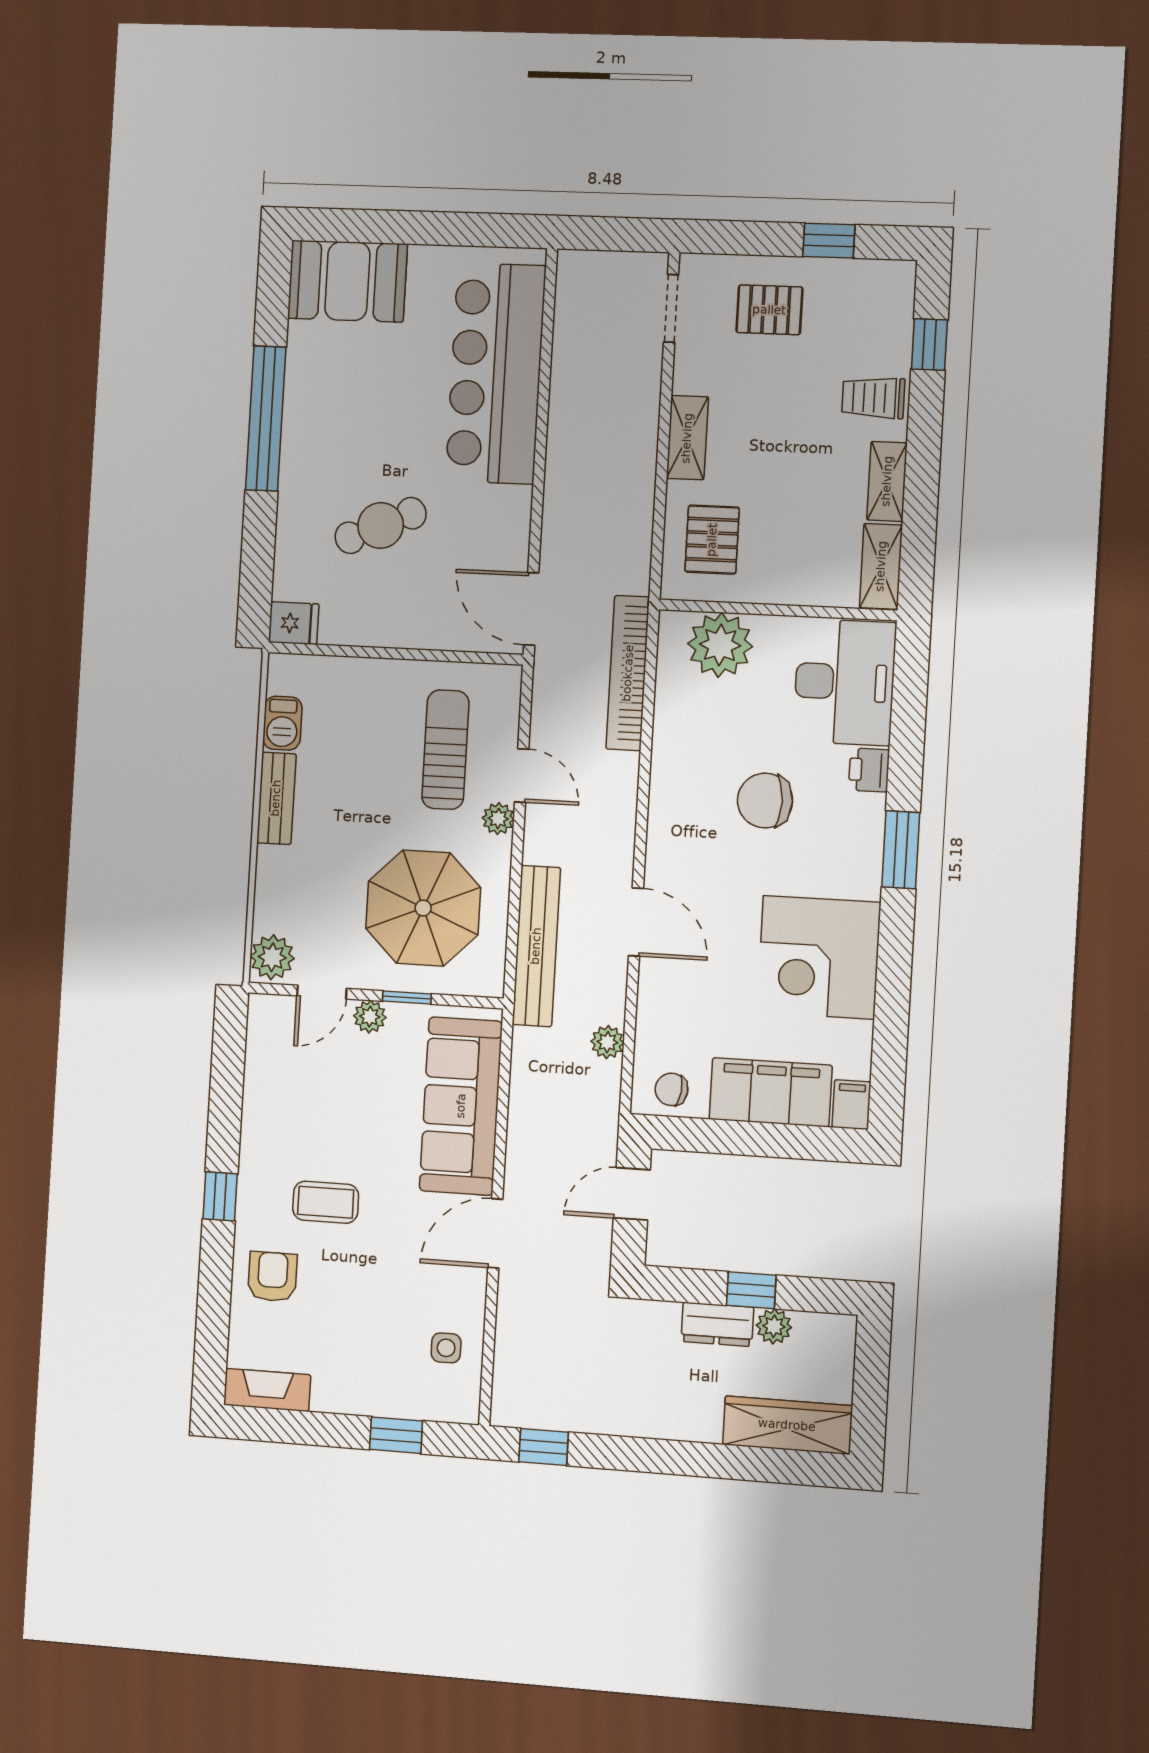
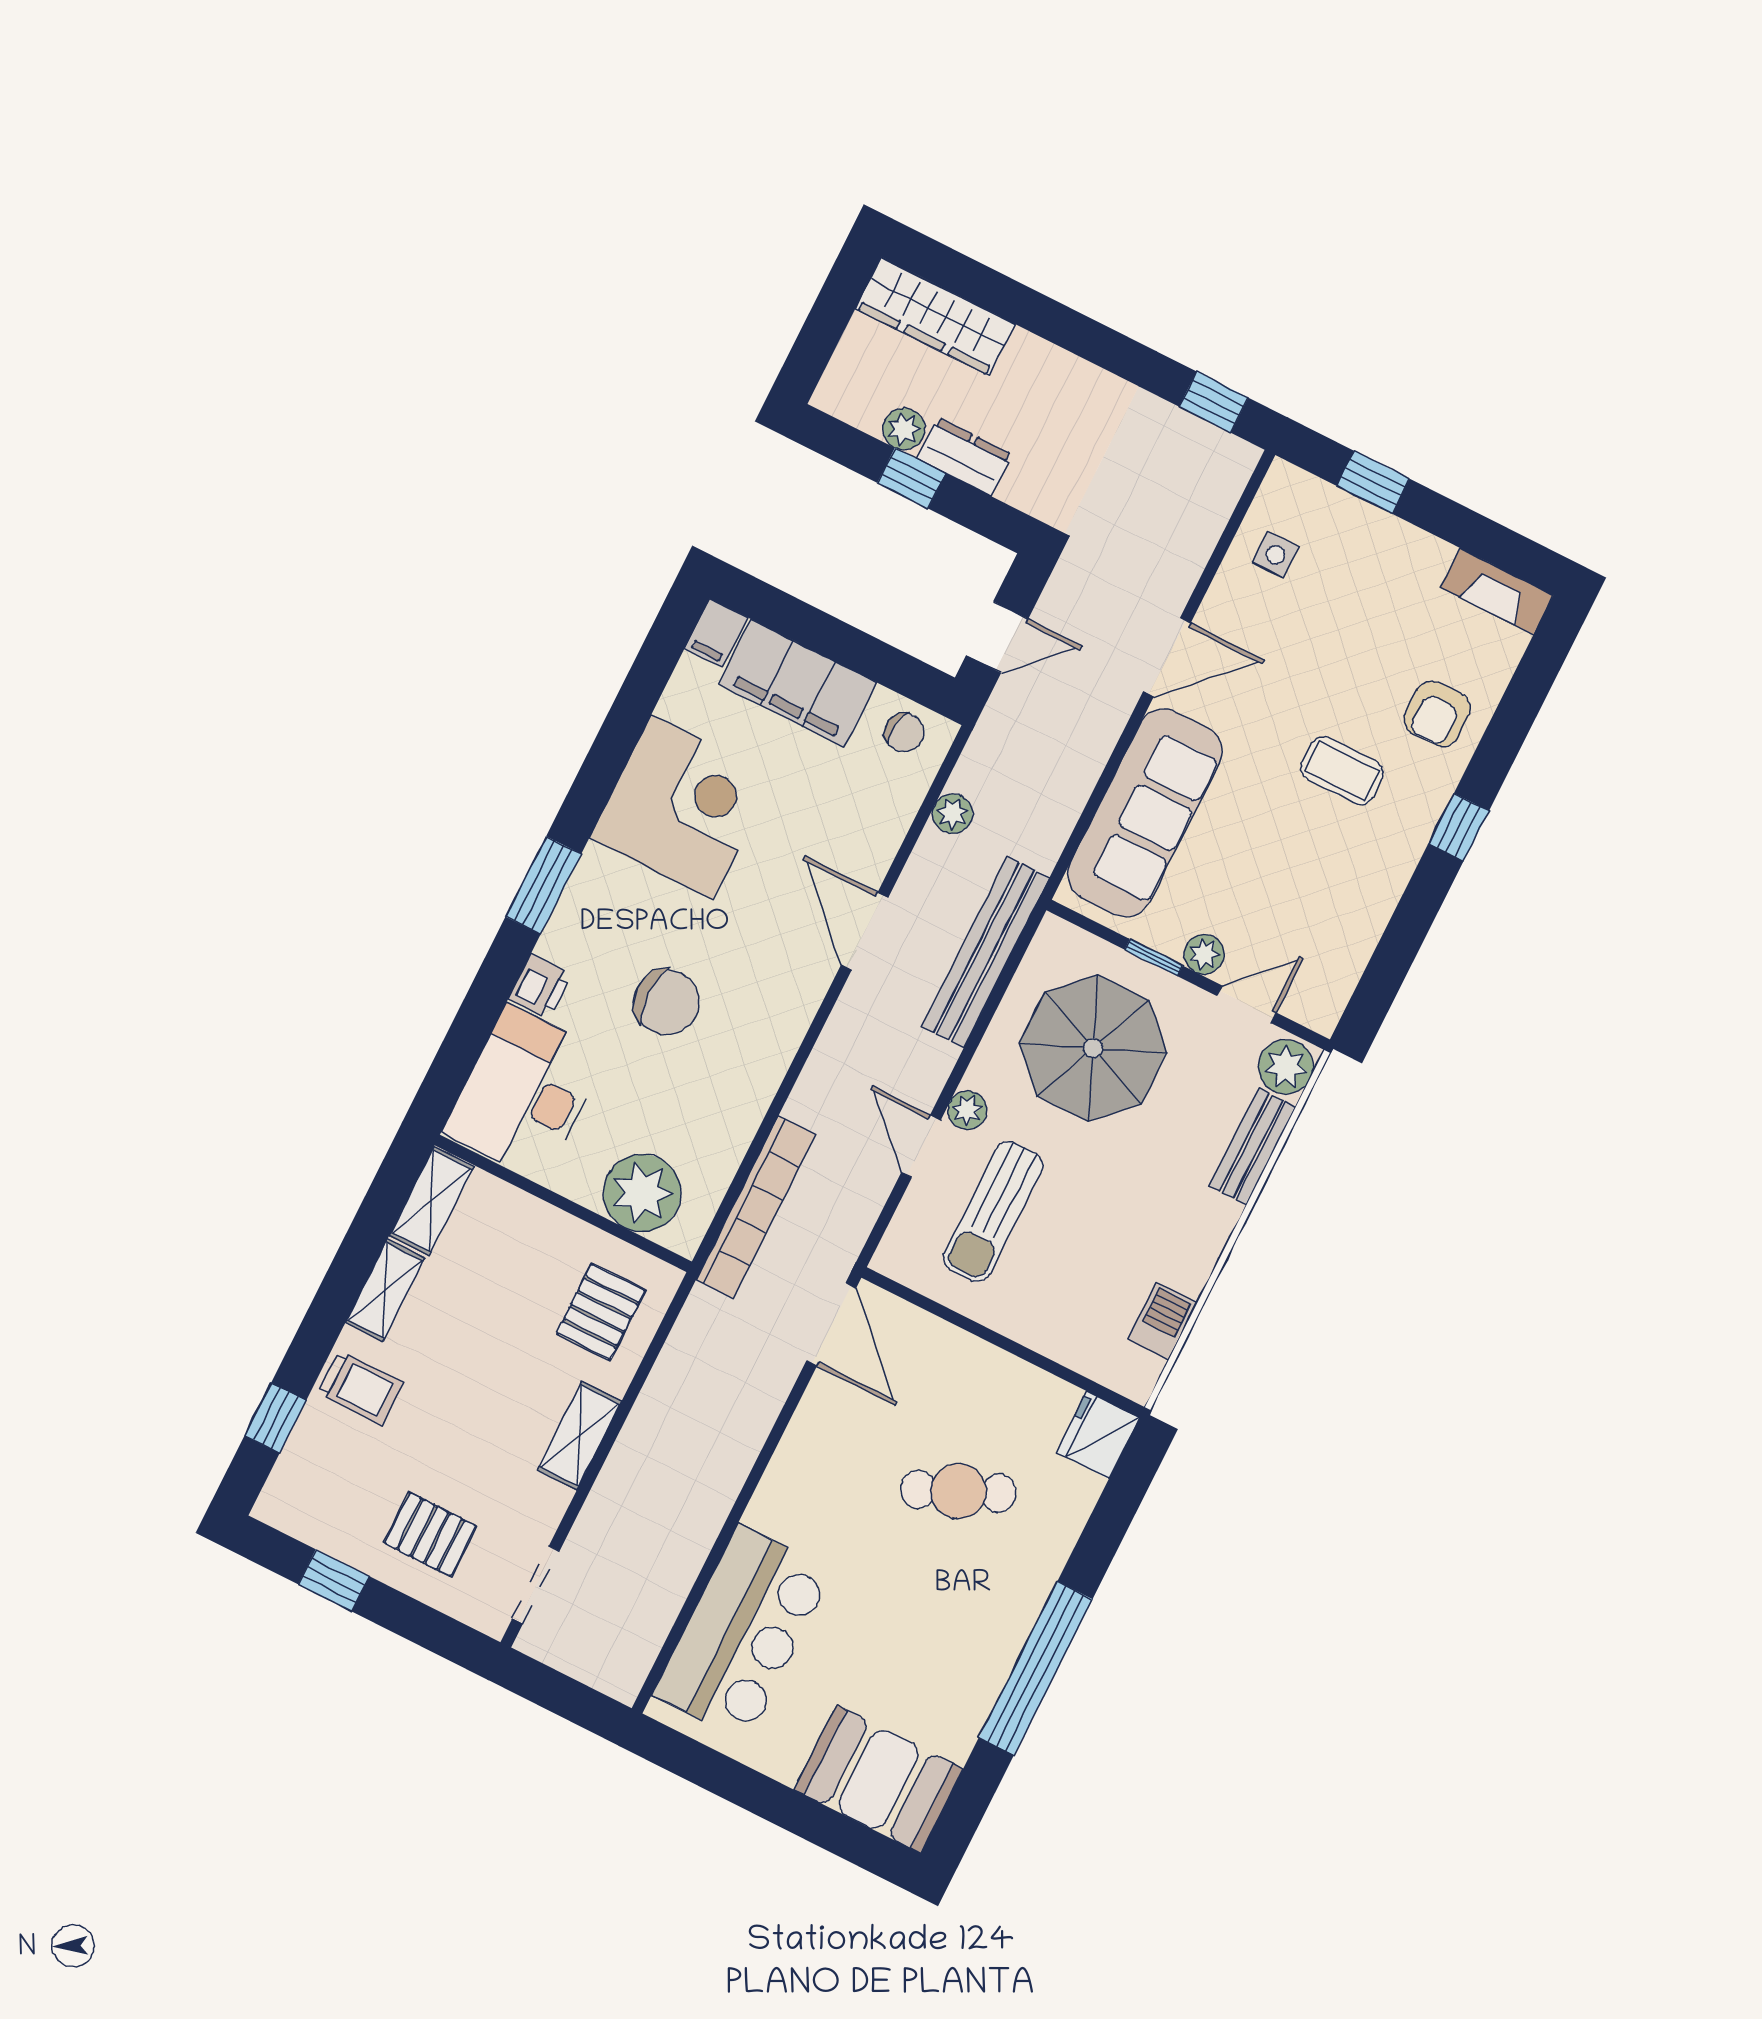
bar counter: (496, 373) -> (743, 1633), width x0.73
fridge: (294, 623) -> (1098, 1435), width x1.38
bench: (276, 798) -> (1253, 1147), moved

